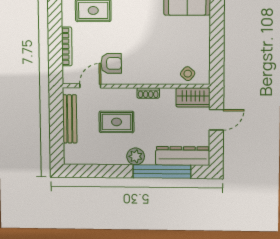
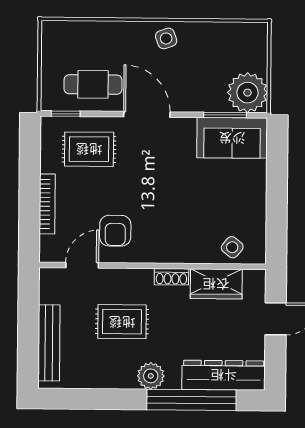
armchair: (111, 63) -> (115, 231), turned 90
wardrobe: (193, 97) -> (216, 284), moved
bench: (70, 119) -> (49, 343), moved

